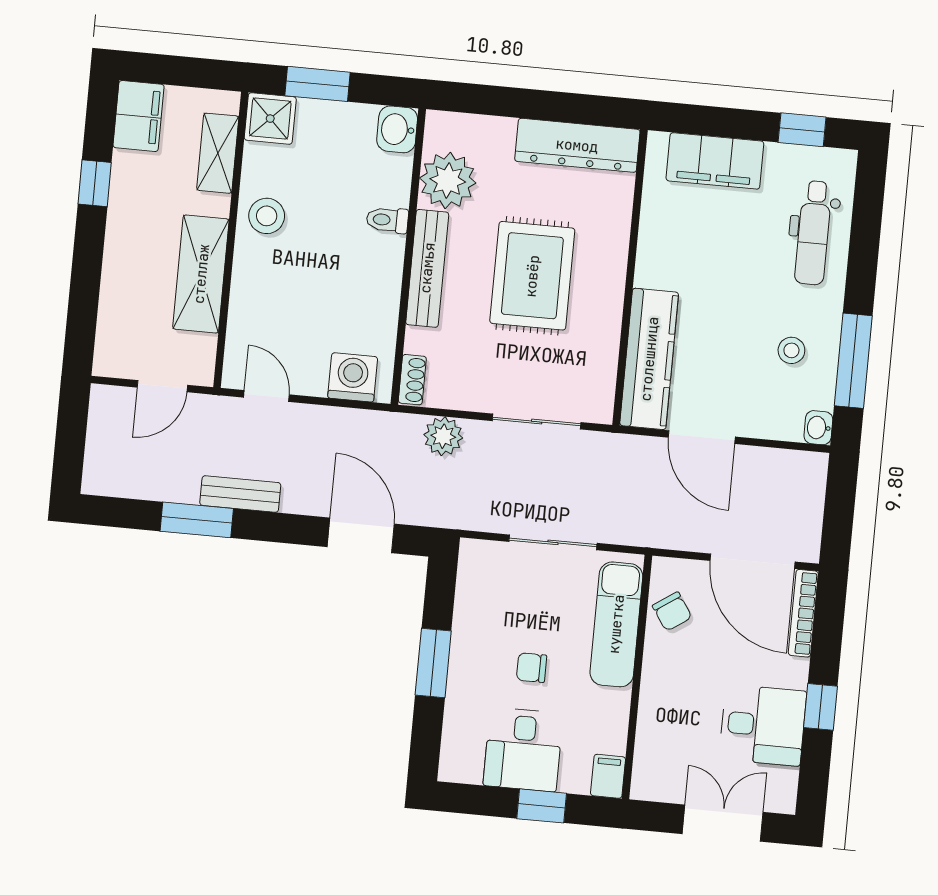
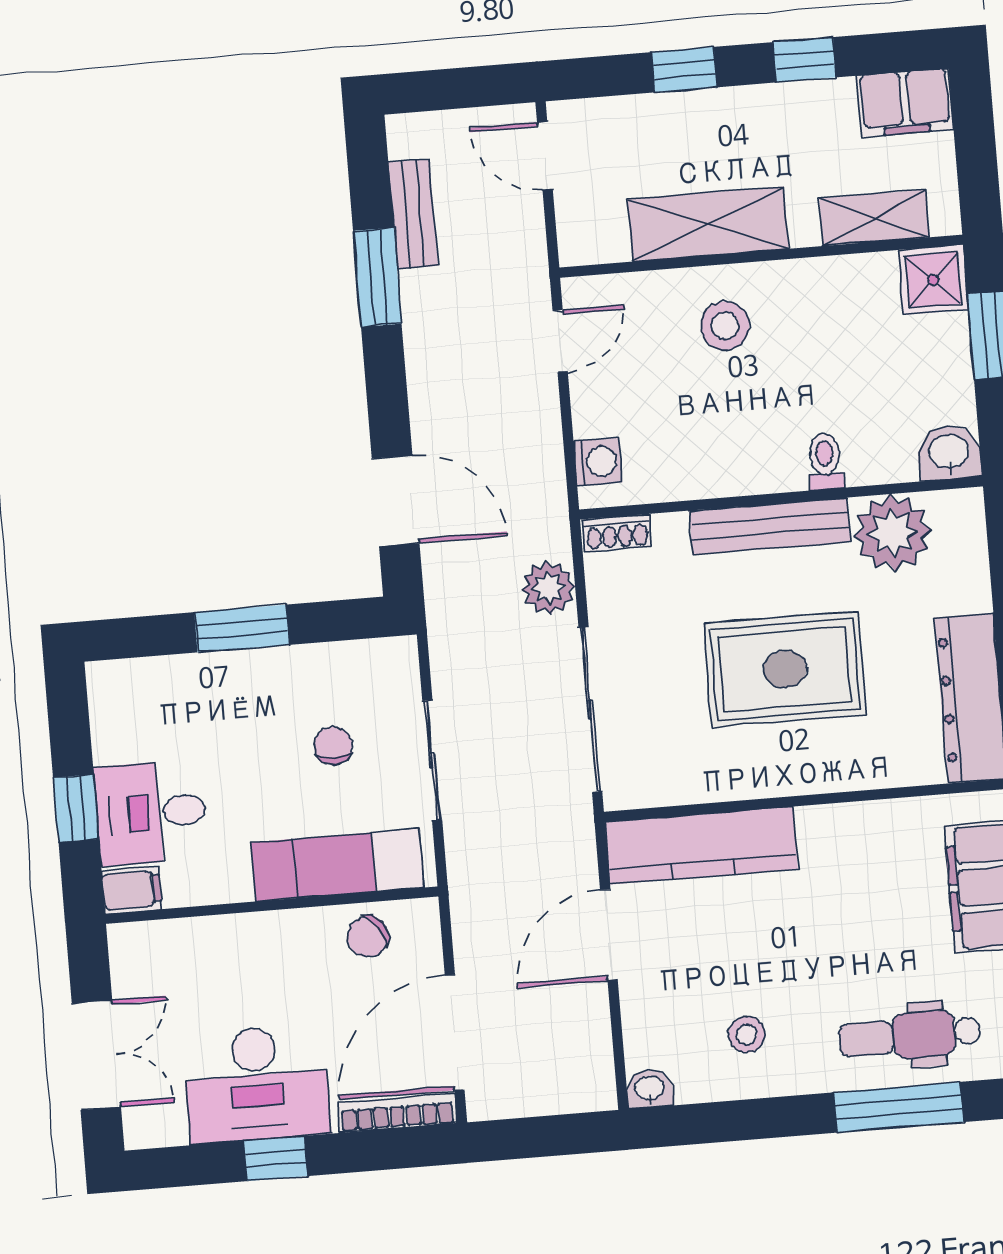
stool: (267, 216) -> (725, 326), moved
window: (86, 271) -> (684, 70), added
window: (853, 361) -> (898, 1107), moved
washing machine: (353, 377) -> (598, 462), width x0.73, depth x0.73
door: (162, 386) -> (545, 156), moved
sliding door: (537, 422) -> (590, 710), width x1.37
bench: (240, 494) -> (413, 214), moved
door: (361, 535) -> (396, 501), hinge flipped
chair: (532, 668) -> (333, 746), moved
desk: (763, 725) -> (256, 1084), width x1.37
desk: (523, 750) -> (151, 813), moved

